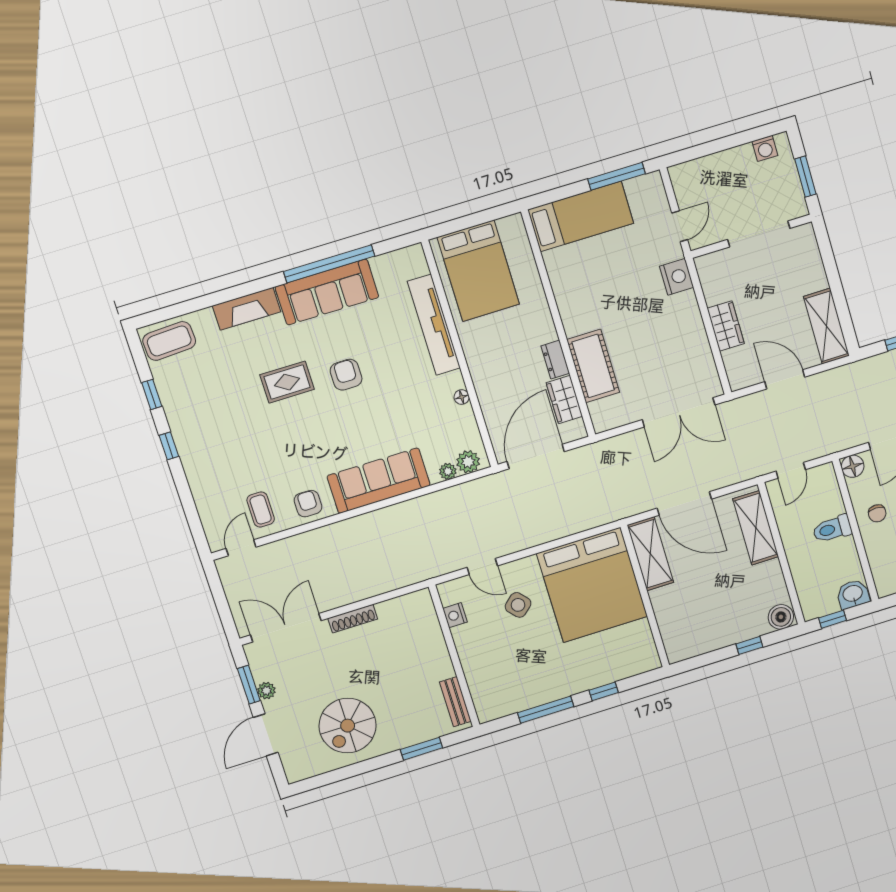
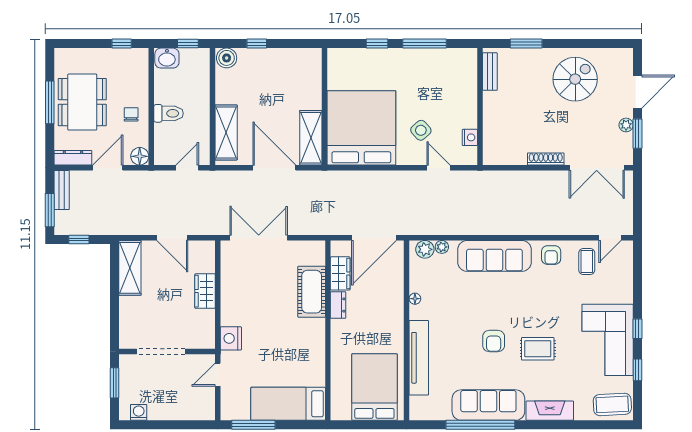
corner sofa: (202, 420) -> (608, 340), added

